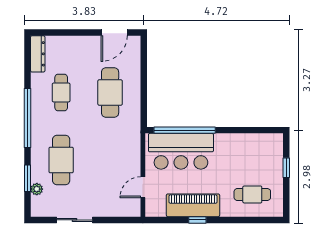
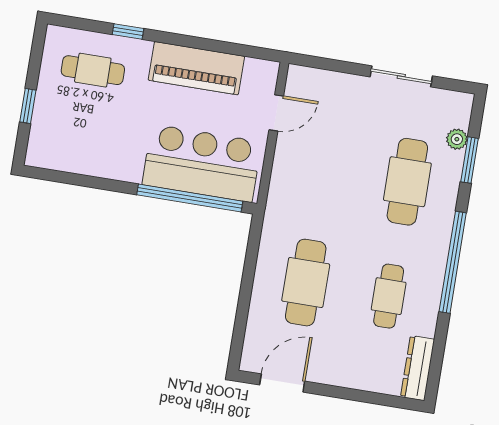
window: (197, 220) -> (128, 32), moved

